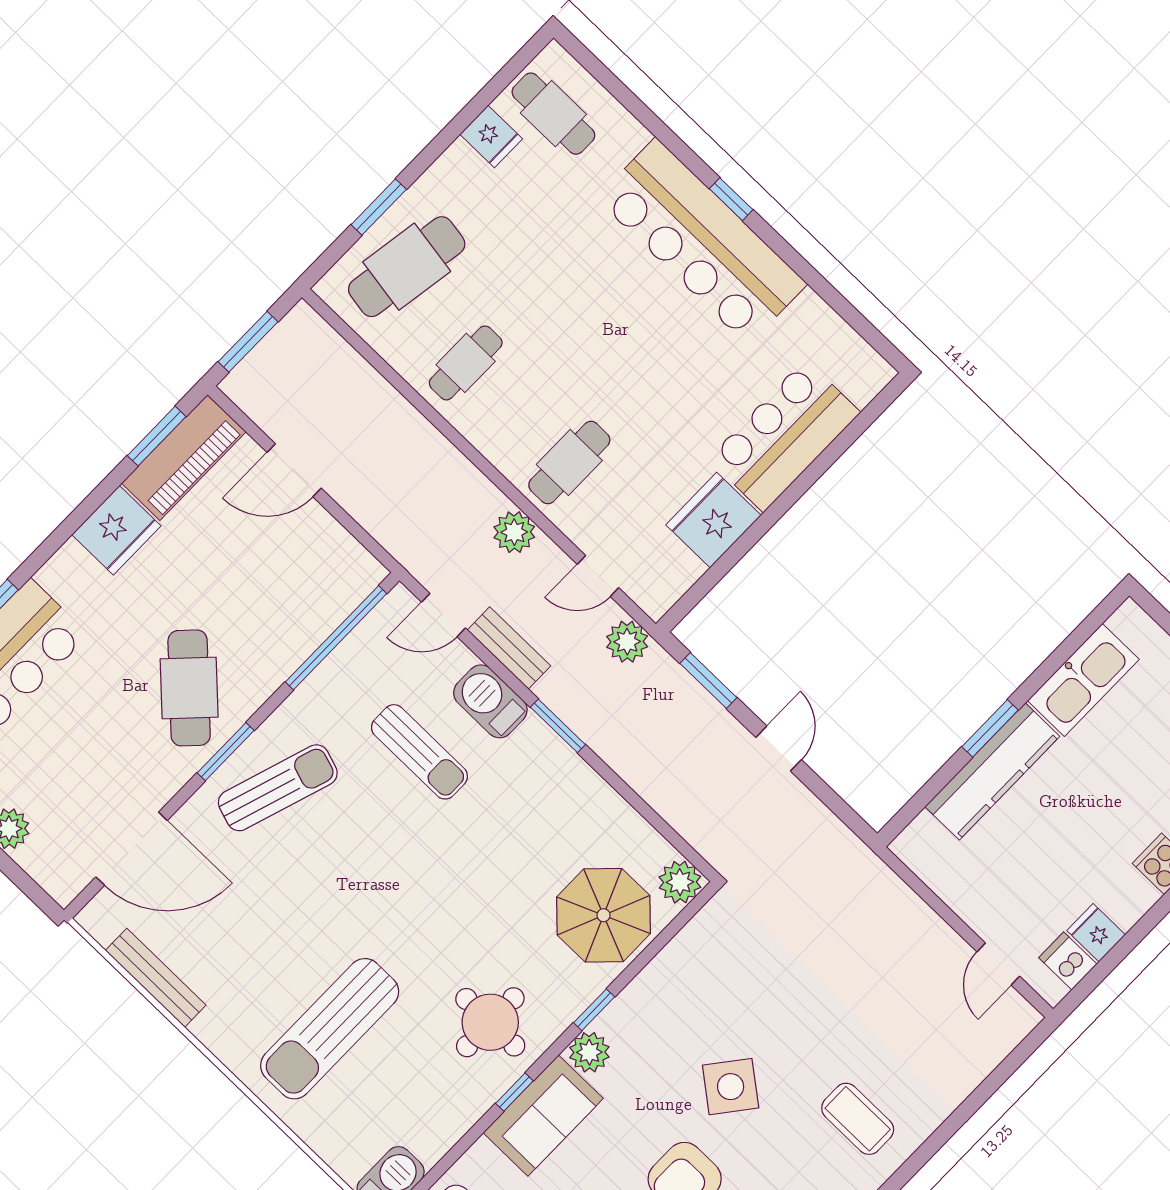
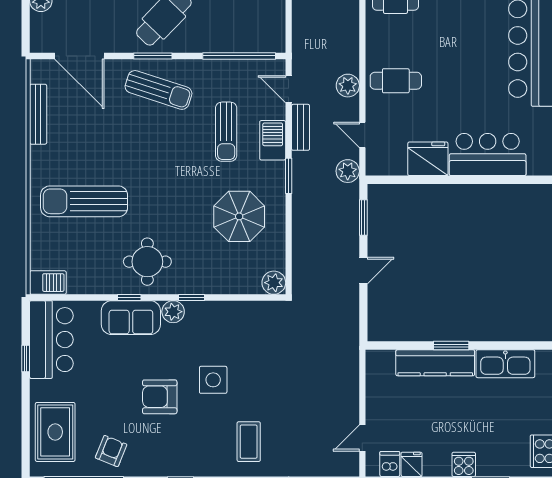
parasol: (604, 915) -> (239, 216), moved
side table: (731, 1087) -> (213, 380), turned -38

